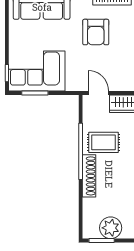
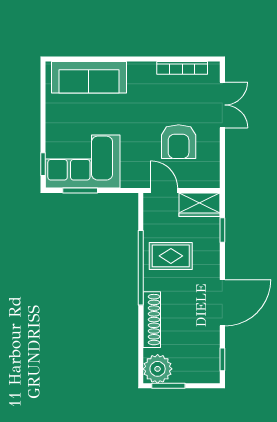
armchair: (96, 32) -> (179, 142), moved
shoe rack: (89, 176) -> (152, 320), moved
plant: (111, 228) -> (158, 369), moved

